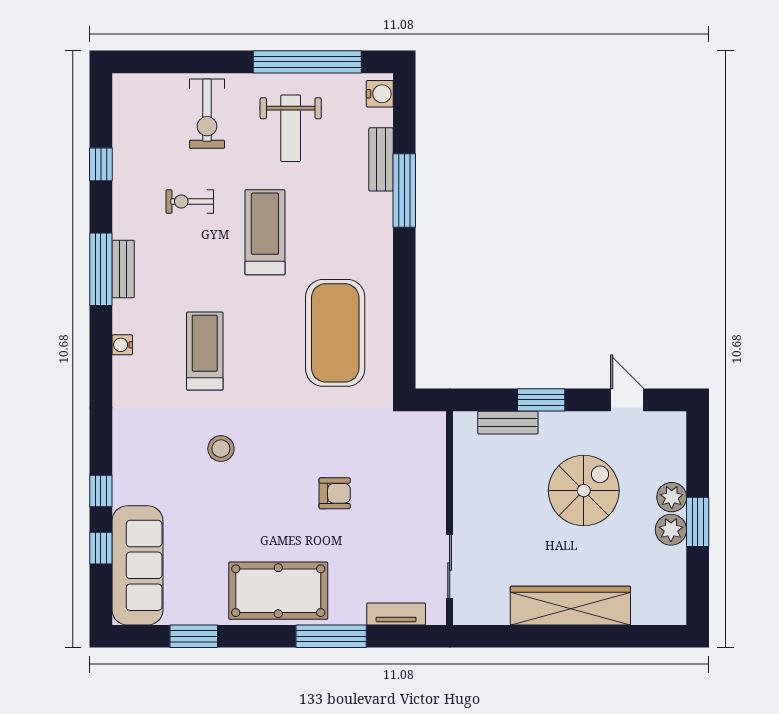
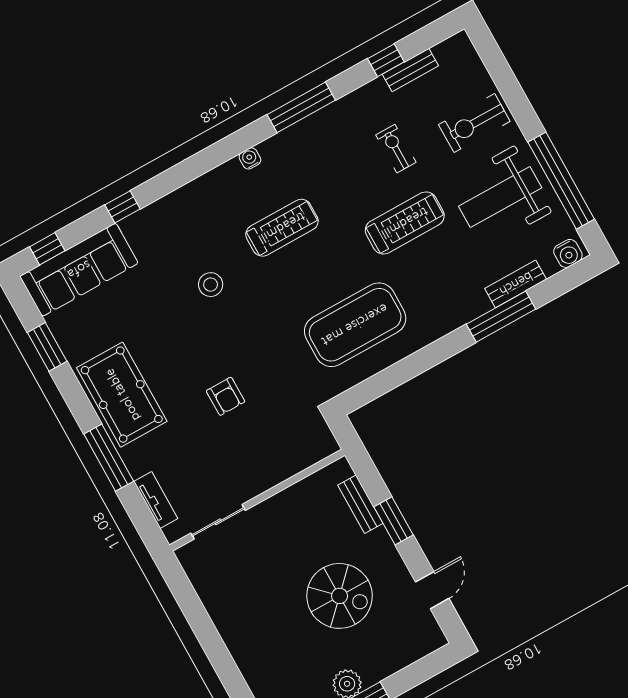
weight bench: (291, 128) -> (500, 197), width x1.36, depth x1.33
bench: (123, 269) -> (410, 70), moved
plant: (672, 497) -> (374, 670), removed
window: (101, 548) -> (47, 249), moved
wardrobe: (570, 606) -> (241, 637), removed

